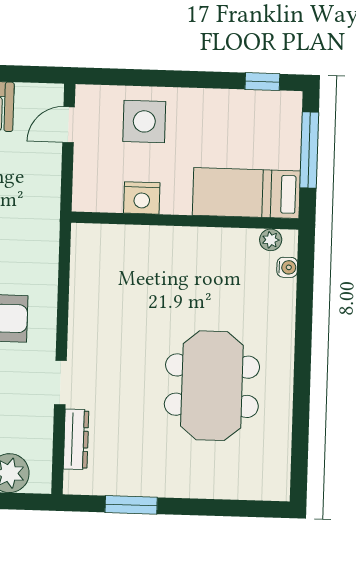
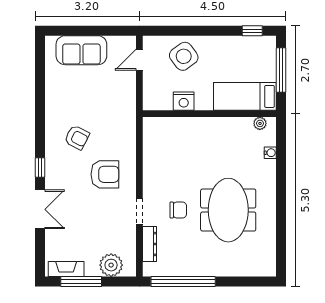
side table: (144, 121) -> (184, 56), turned -37
water cooler: (287, 267) -> (270, 153), moved
chair: (127, 383) -> (178, 210), added
window: (131, 505) -> (183, 281), width x2.11

